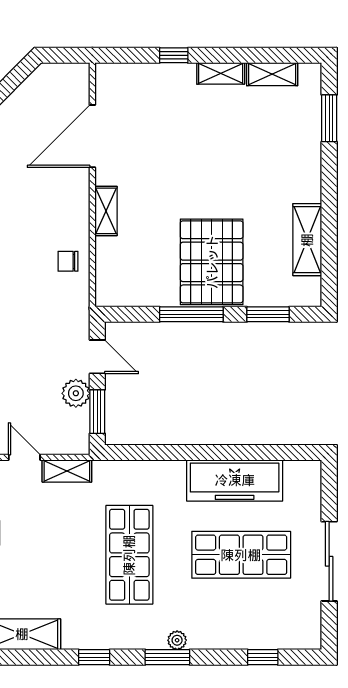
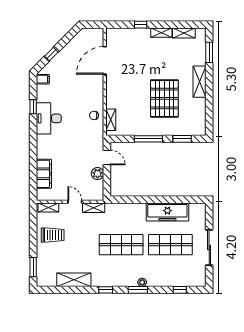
shelving: (106, 211) -> (111, 120), moved
shelving: (307, 240) -> (199, 82), moved
pallet: (212, 262) -> (164, 98), moved
window: (97, 412) -> (107, 182), removed
shop shelf: (129, 555) -> (121, 245), turned 90

